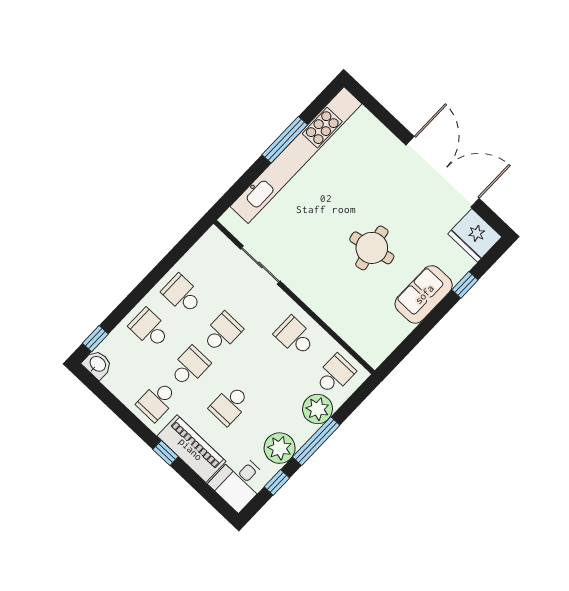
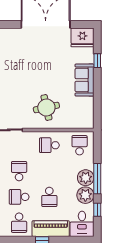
round table: (372, 248) -> (46, 108), moved
school desk: (190, 367) -> (19, 197), turned -90
plant: (318, 409) -> (86, 178), moved

